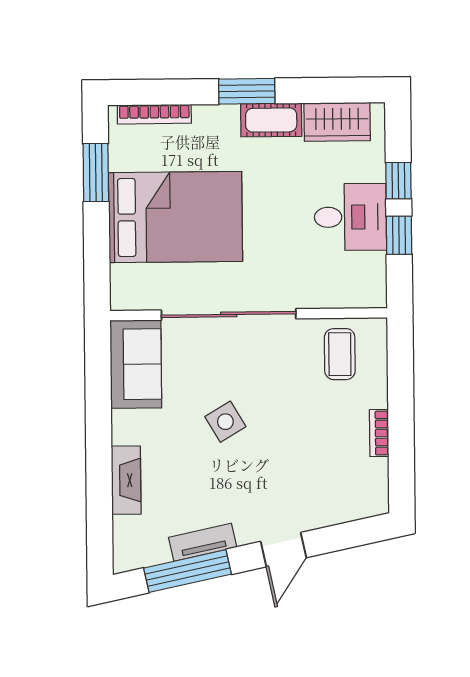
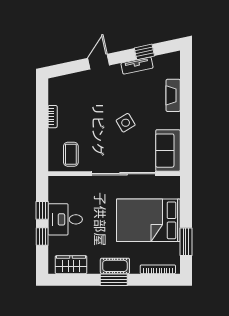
cot: (271, 120) -> (115, 266), moved
window: (187, 571) -> (144, 52), width x0.46

